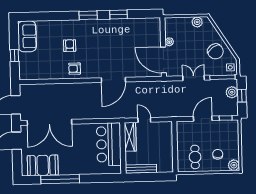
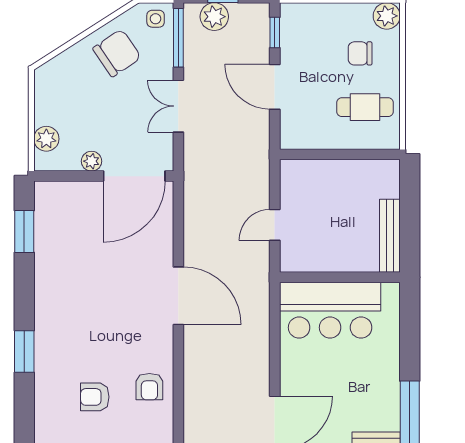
window: (119, 14) -> (24, 231), moved
plant: (197, 22) -> (46, 139), moved
wardrobe: (130, 137) -> (314, 259), removed

